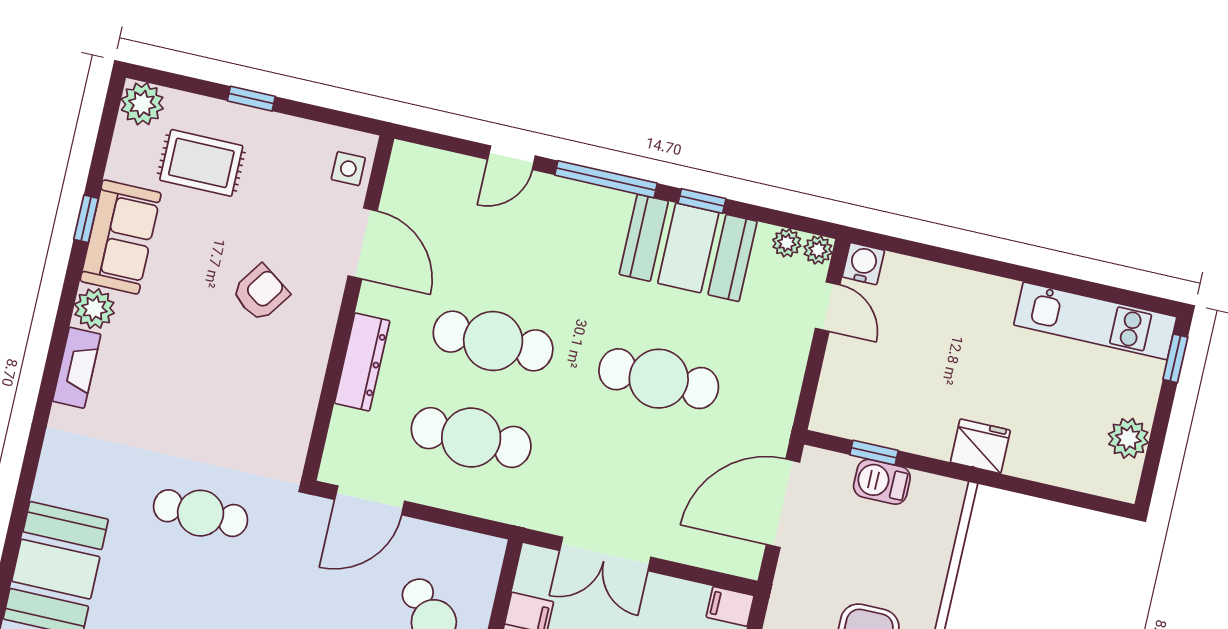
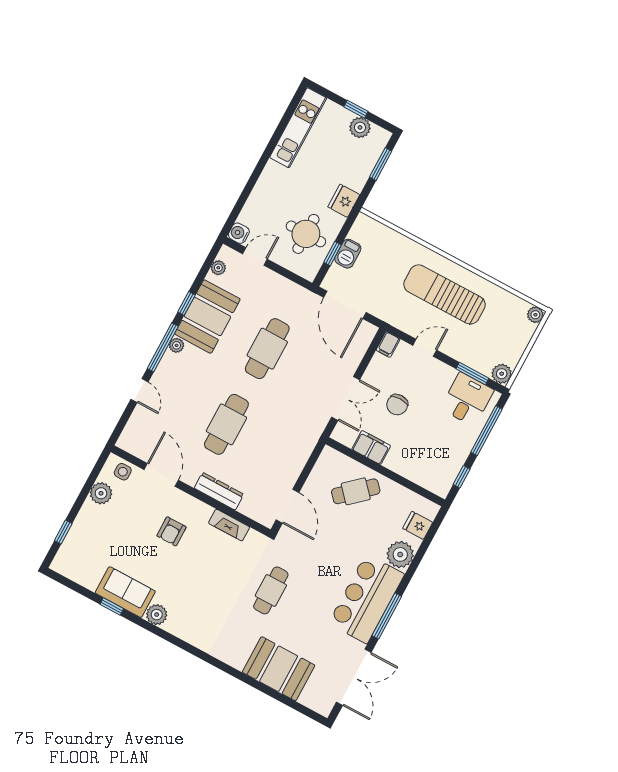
window: (251, 99) -> (63, 532), moved
plant: (142, 104) -> (101, 493), moved
rug: (201, 163) -> (100, 543), removed
door: (363, 243) -> (161, 475), hinge flipped
plant: (818, 250) -> (177, 345), moved
armchair: (261, 293) -> (171, 531), turned -125
window: (1175, 358) -> (356, 109), moved
fireplace: (77, 368) -> (229, 525), moved, turned 180
round table: (897, 392) -> (306, 234), added
cafe table: (471, 438) -> (271, 448), removed
window: (1070, 497) -> (381, 164), added

